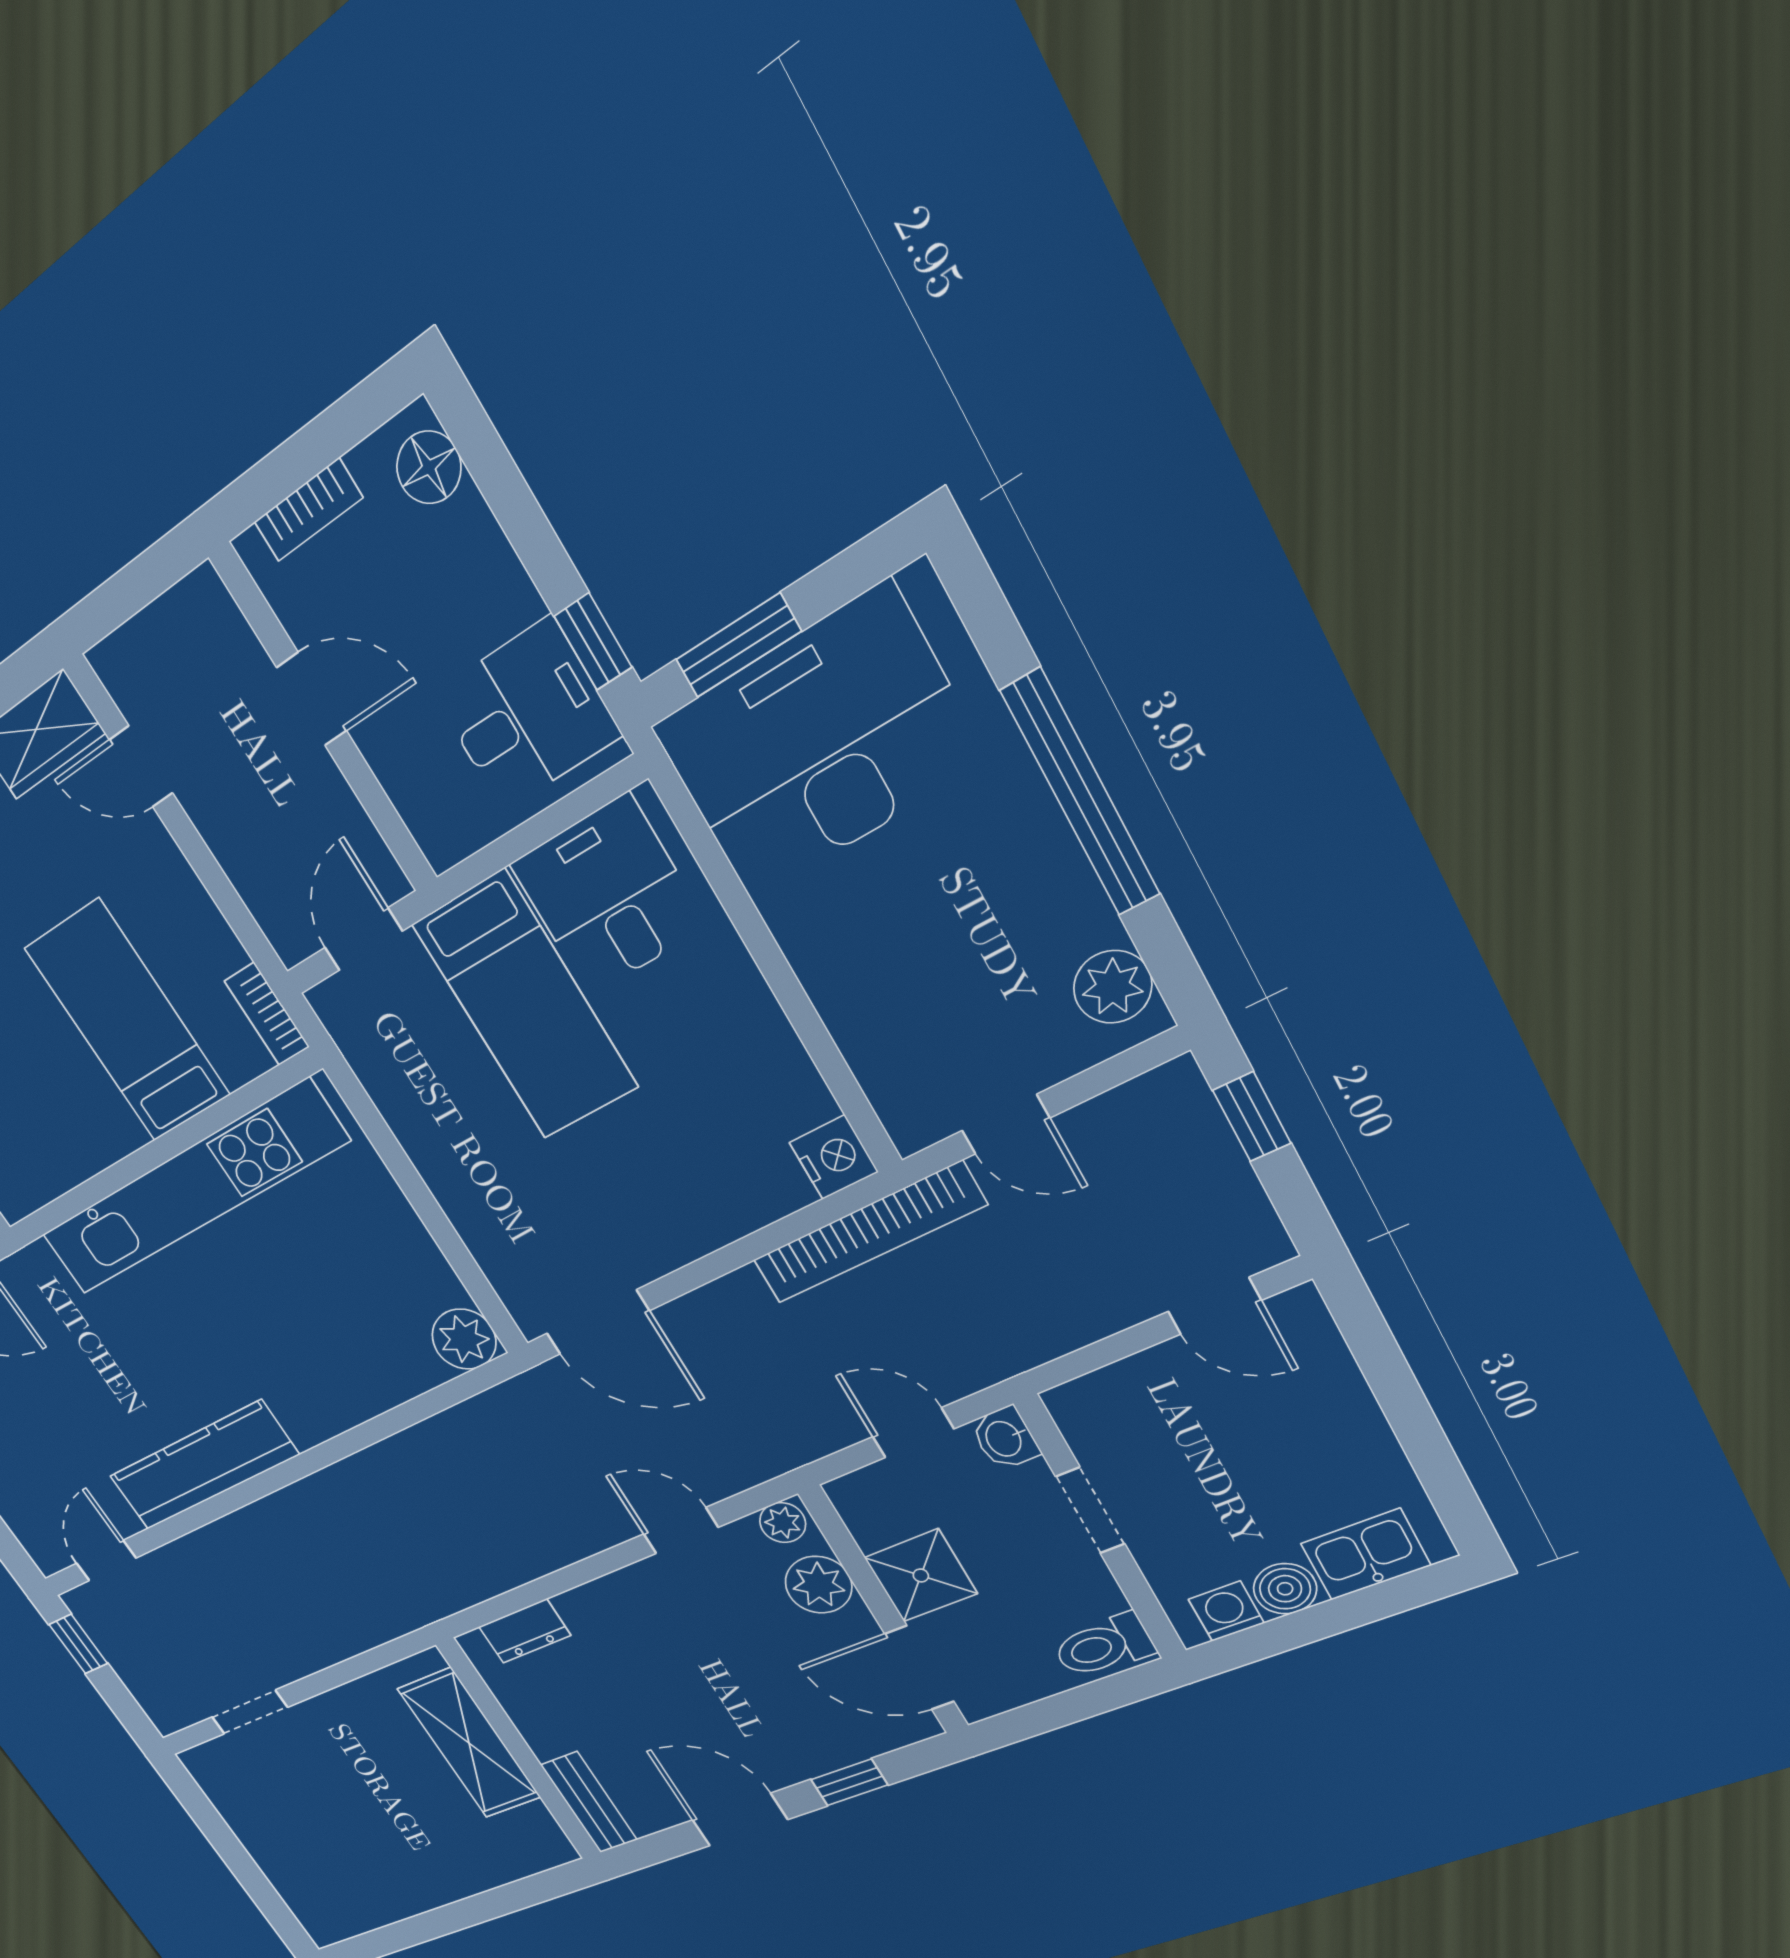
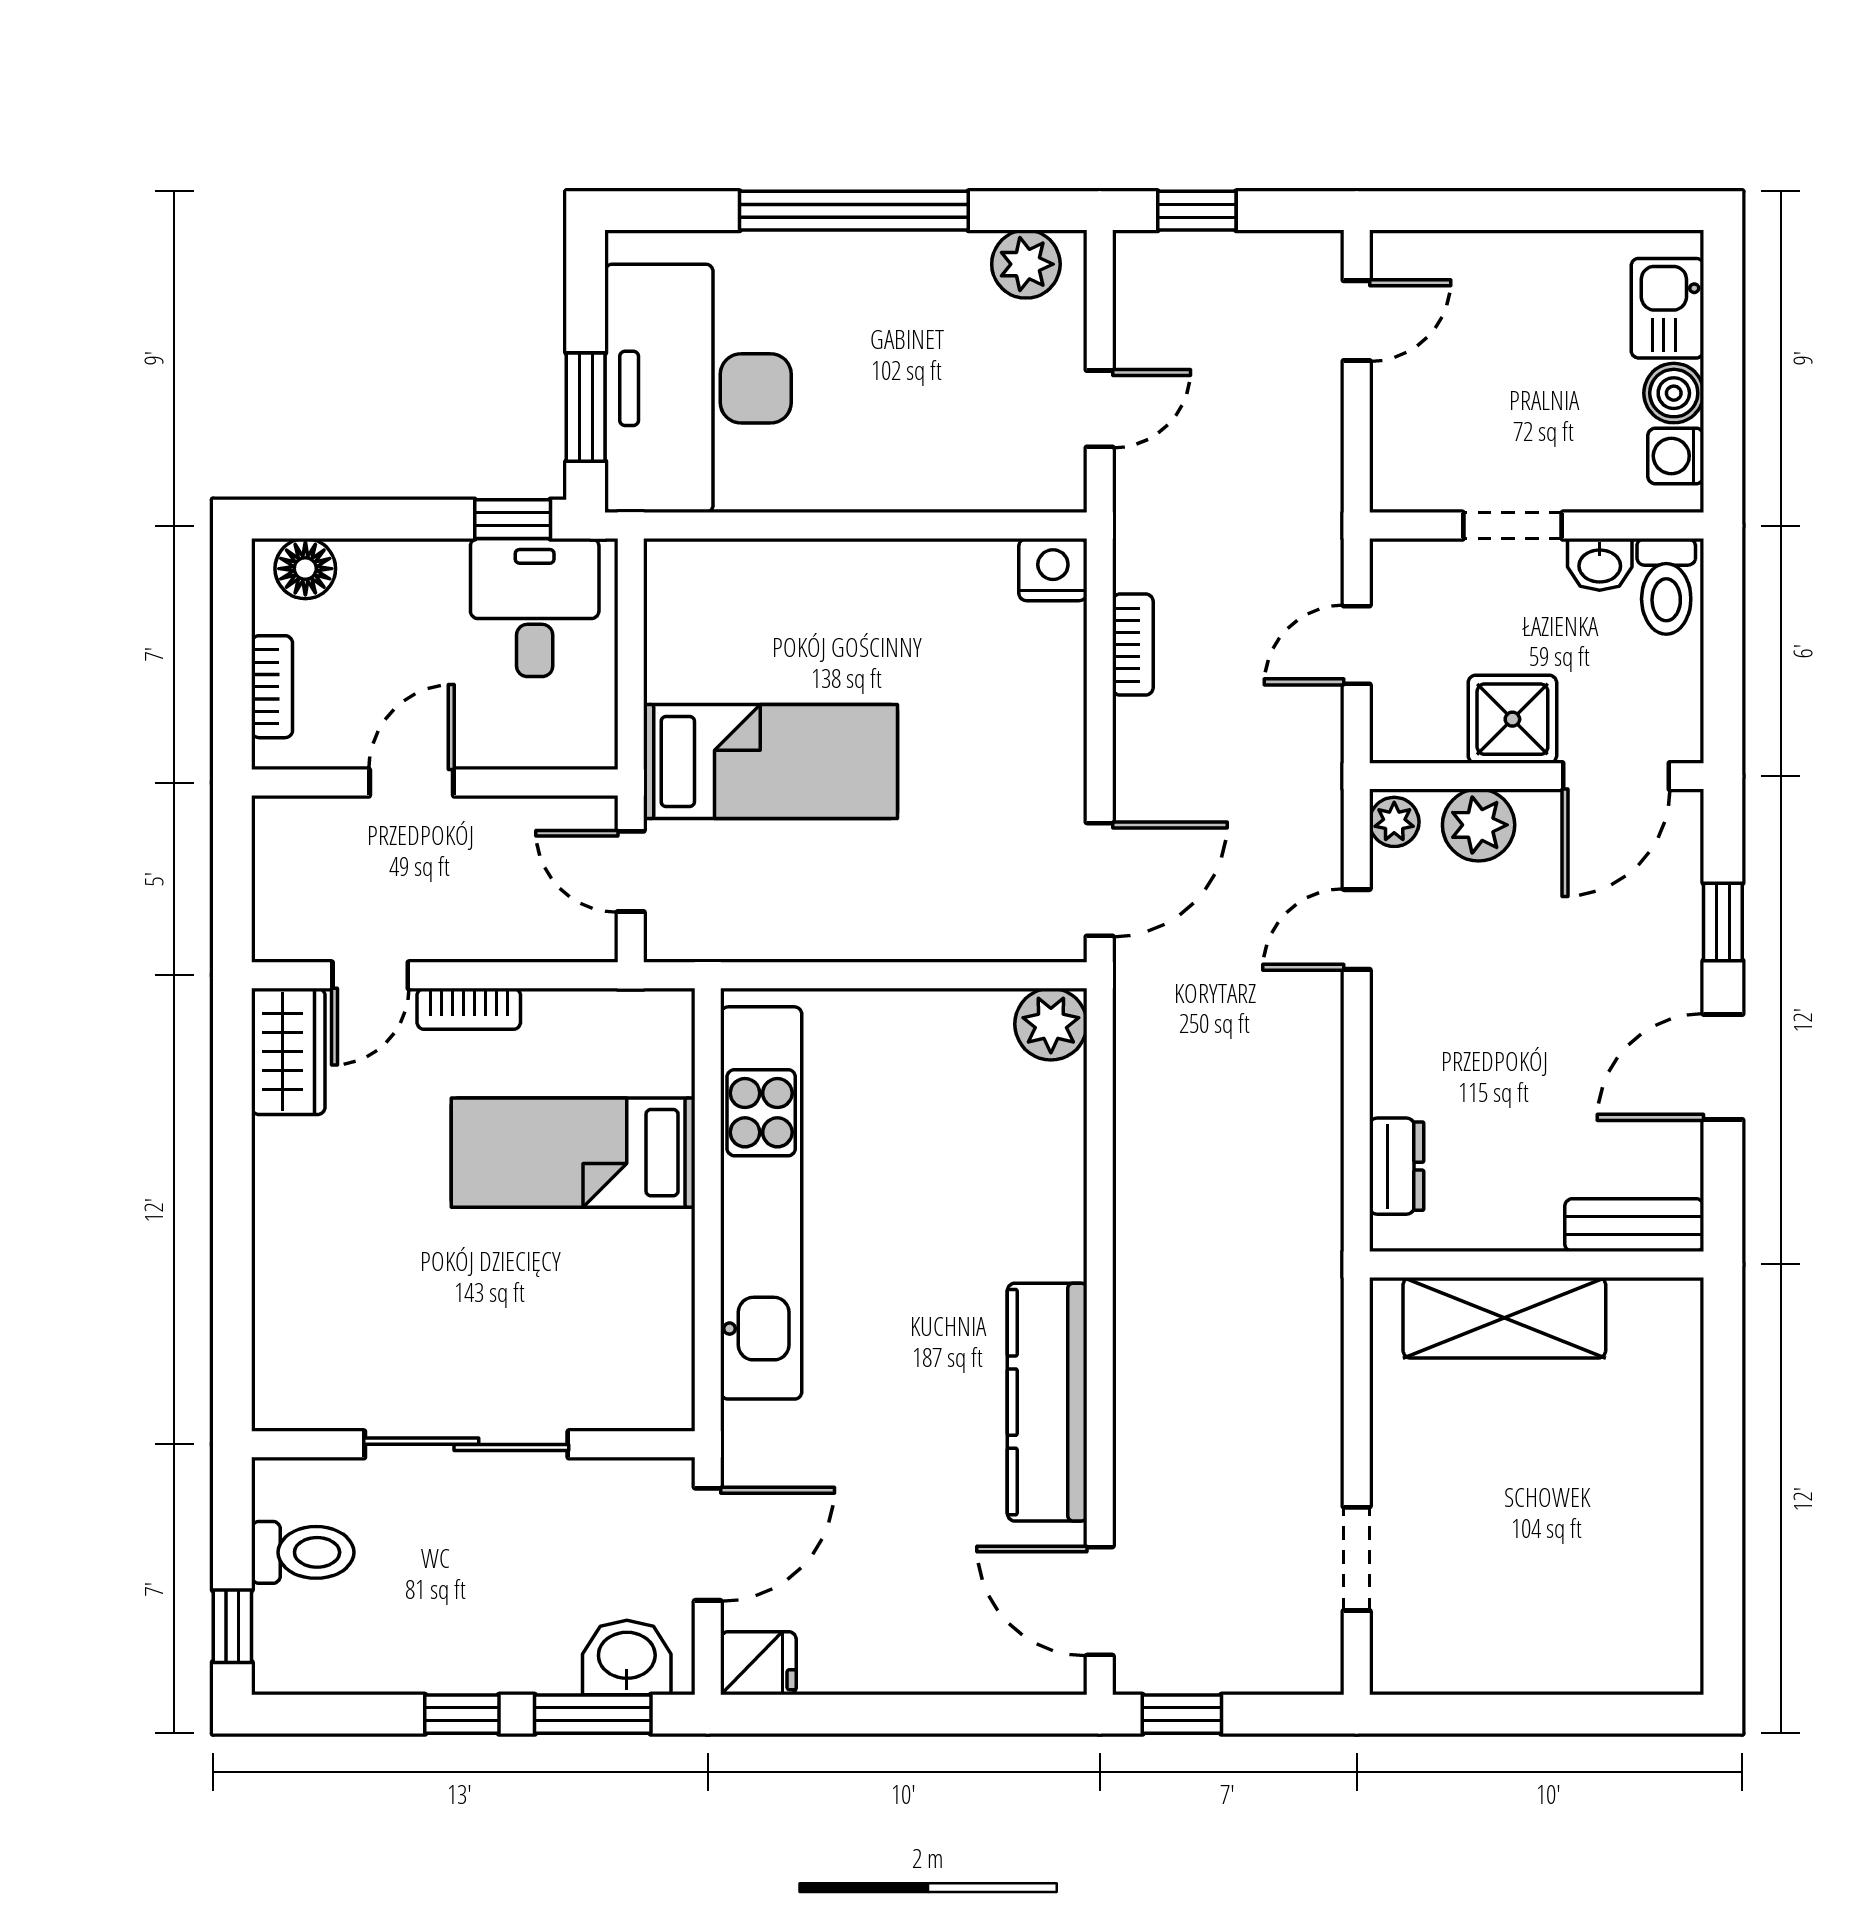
desk: (609, 896) -> (719, 630), removed
bookcase: (267, 1014) -> (469, 1009), moved
bookcase: (869, 1233) -> (1133, 645), width x0.43, depth x0.76
washbasin: (1005, 1438) -> (1600, 564), moved
door: (106, 1561) -> (1100, 1601), width x1.37

